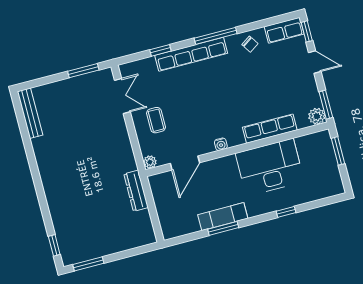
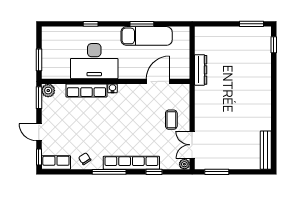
water cooler: (221, 144) -> (112, 88), moved
plant: (150, 162) -> (184, 164), moved
exam couch: (223, 217) -> (147, 36), width x1.36, depth x1.45

